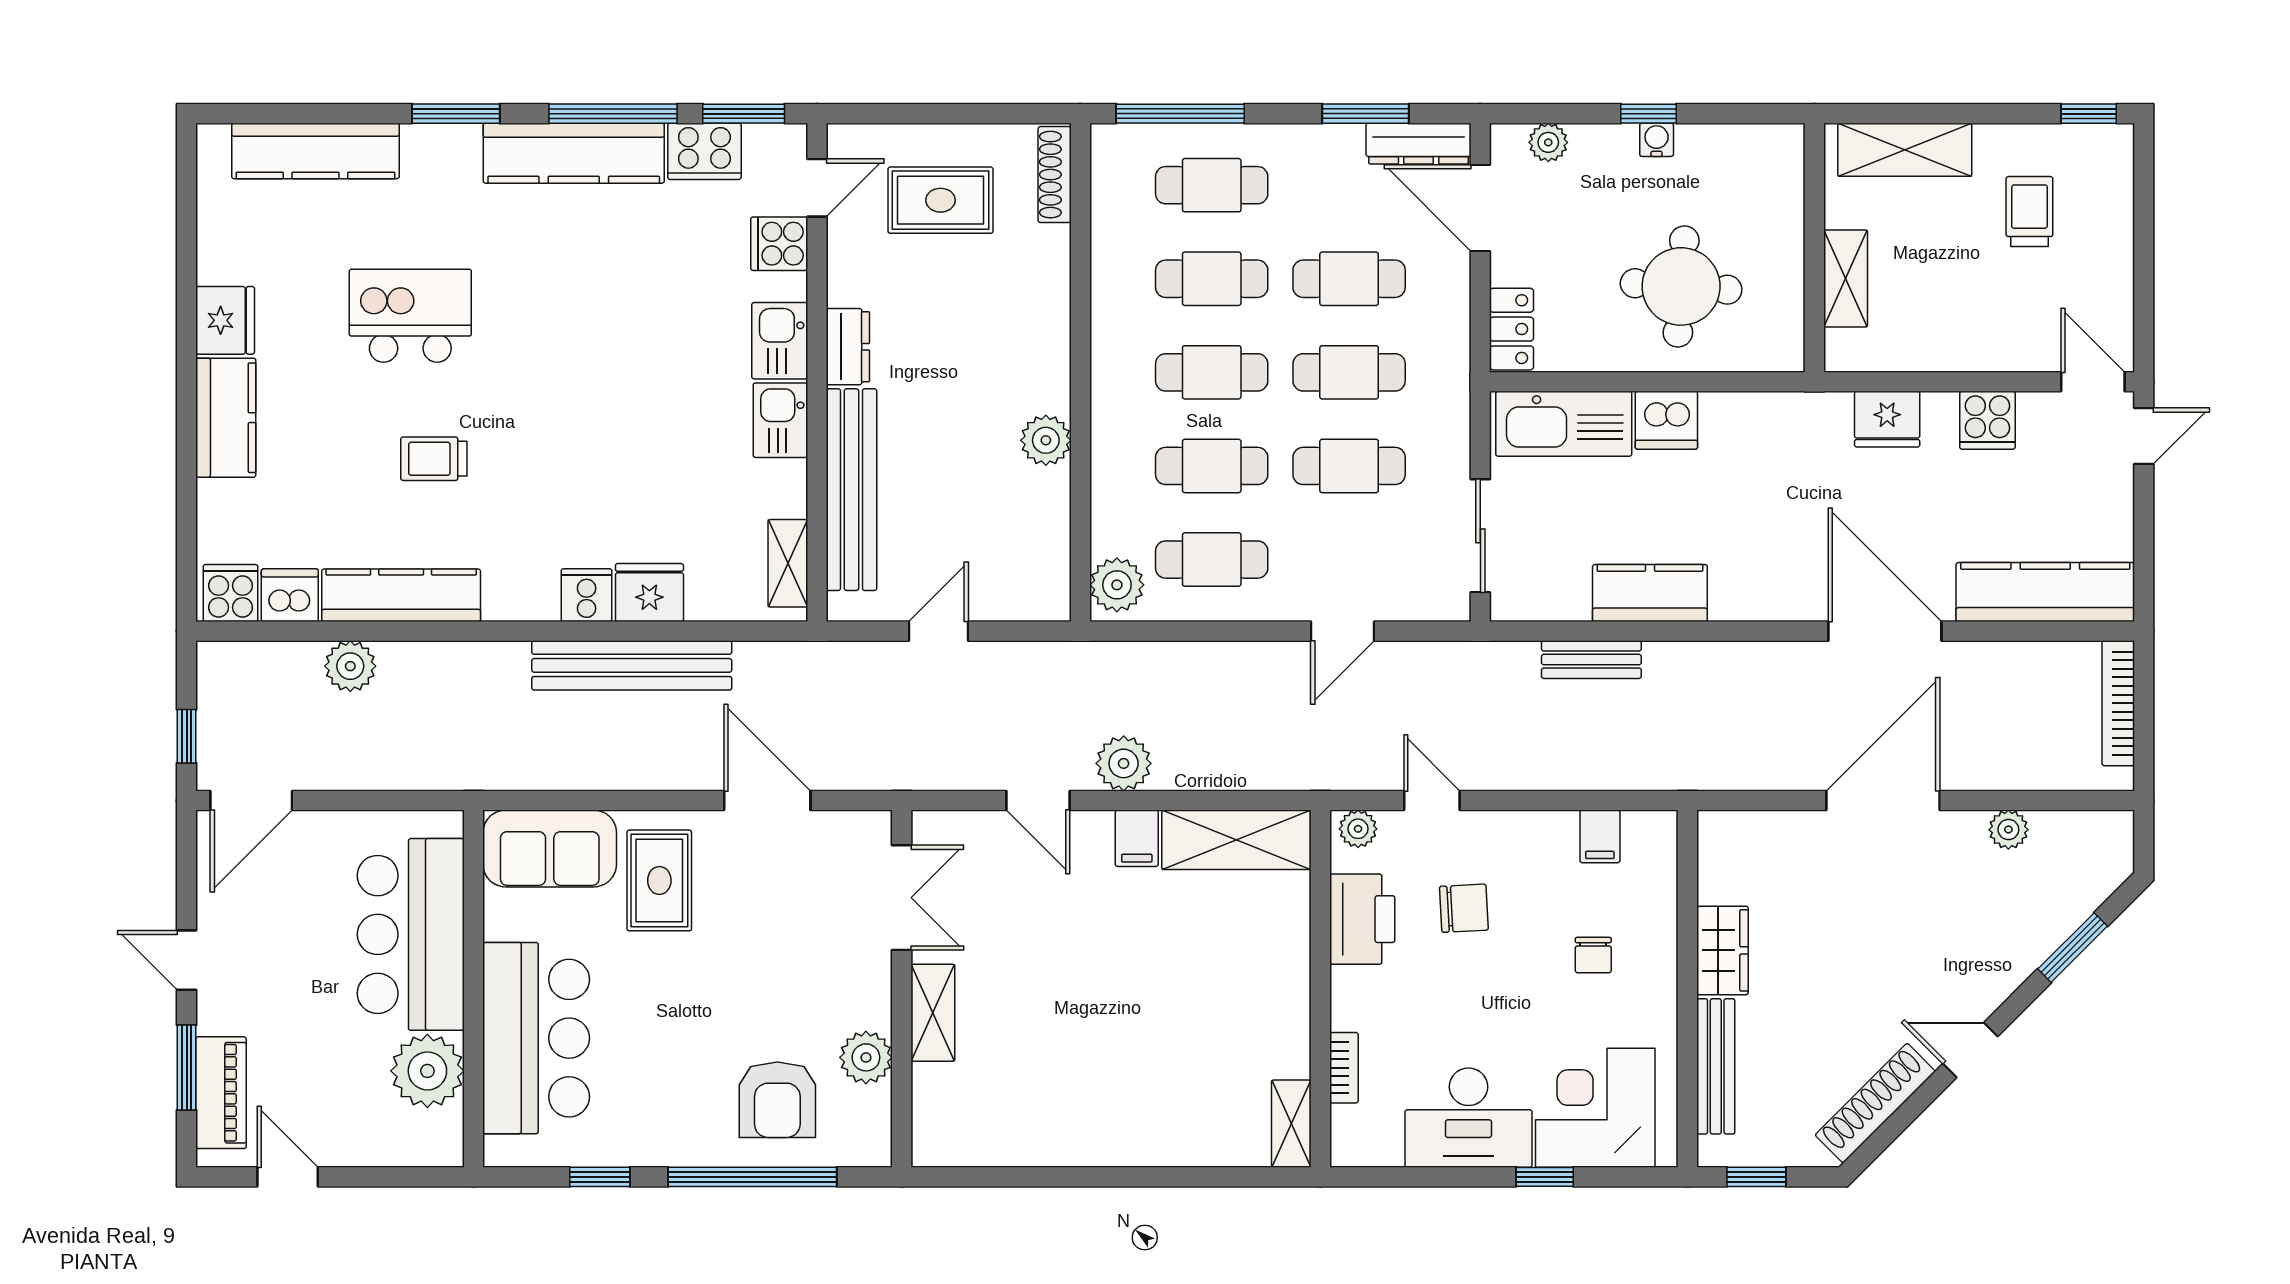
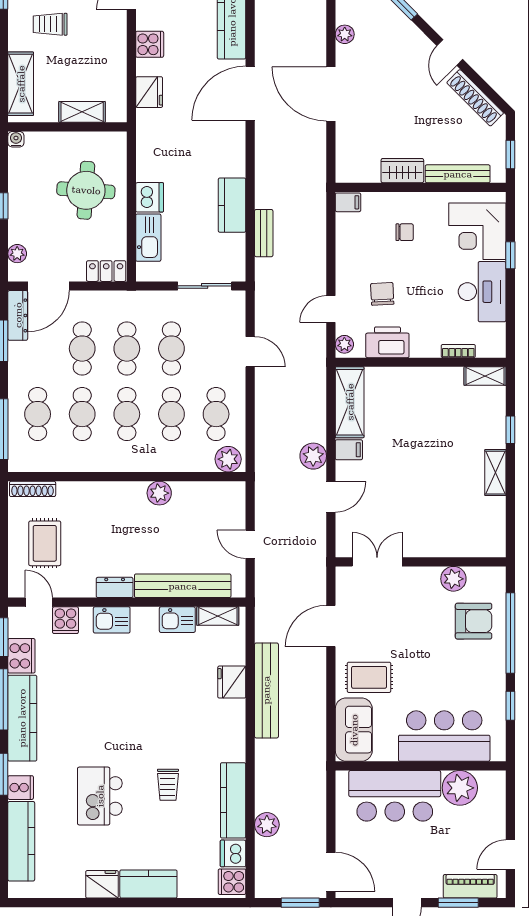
water cooler: (1657, 140) -> (16, 139), moved, turned 90
kitchen sink: (780, 420) -> (177, 620), moved
kitchen sink: (1564, 424) -> (148, 238), width x0.73, depth x0.81
cooker: (587, 595) -> (21, 788), moved, turned 180
window: (187, 736) -> (300, 903), width x1.50
filing cabinet: (1600, 836) -> (348, 202), moved
shelving: (933, 1013) -> (495, 473), moved, turned 90
window: (1179, 1177) -> (510, 430), added

